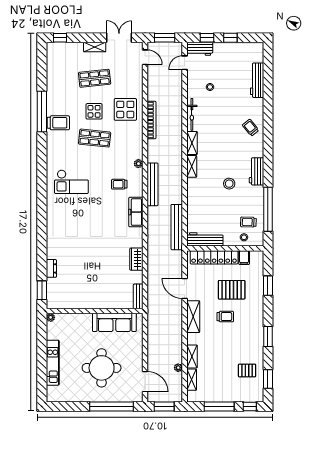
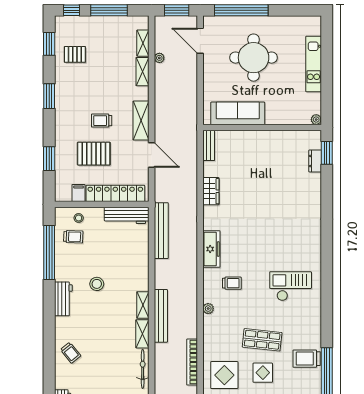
bench: (153, 184) -> (161, 316), moved
dresser: (51, 268) -> (315, 161), moved

